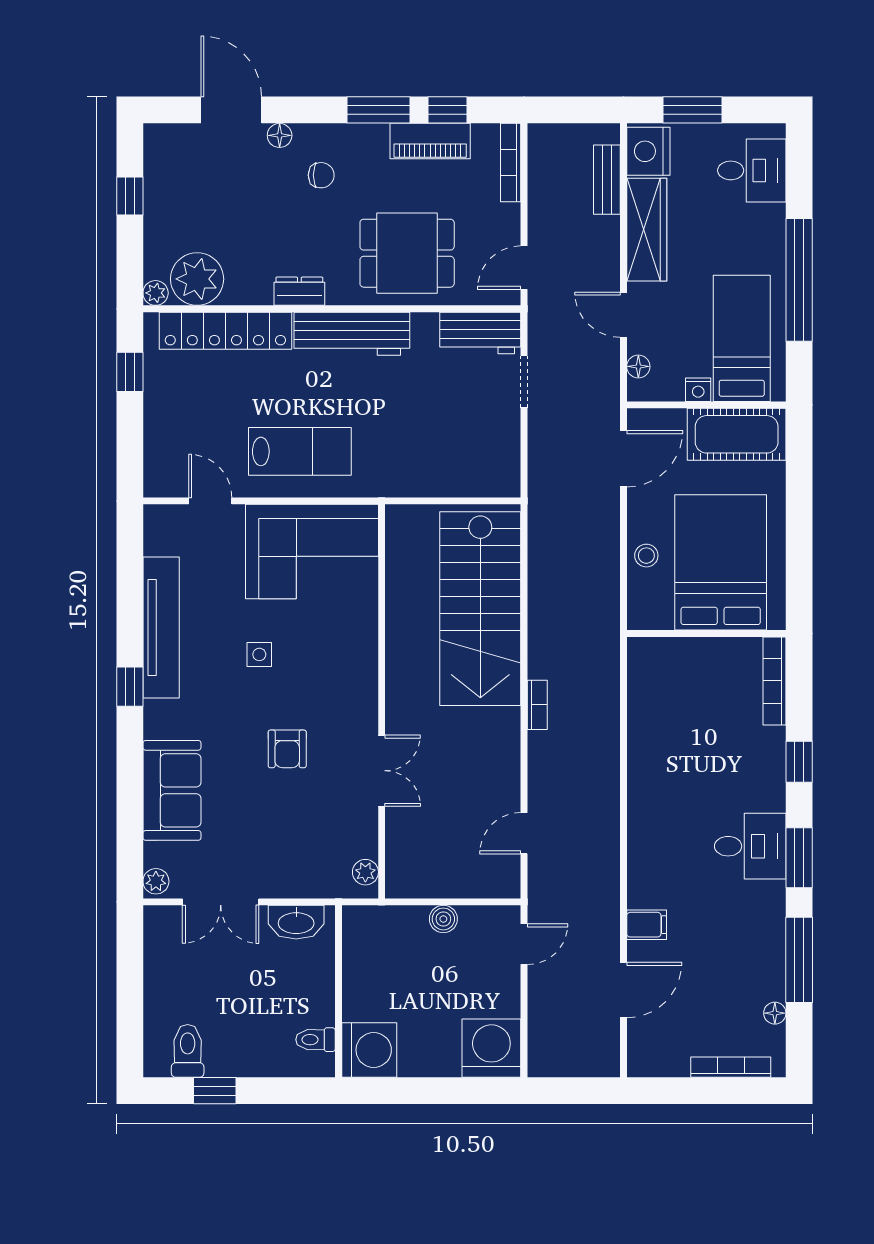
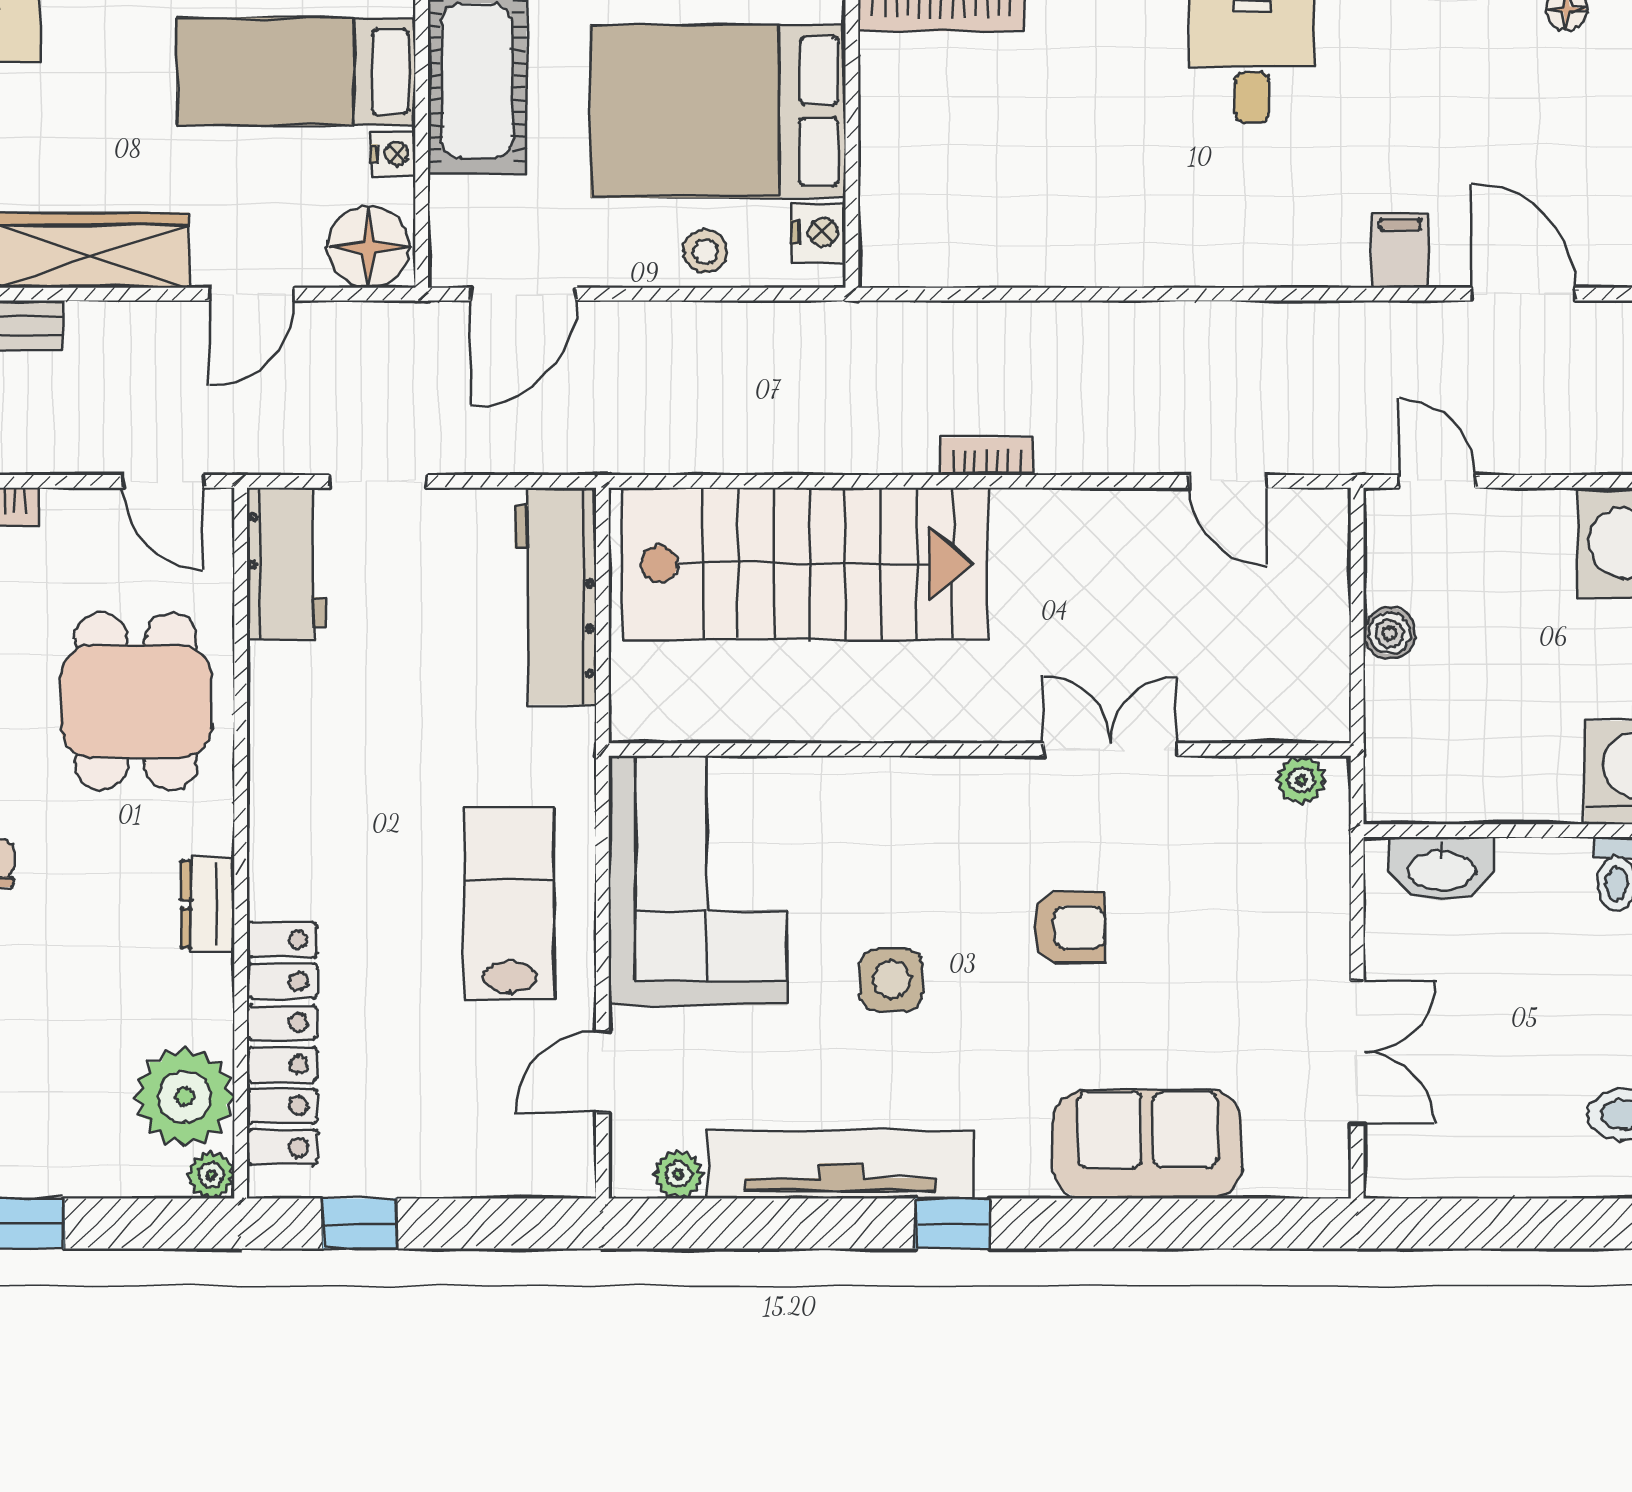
workbench: (352, 334) -> (555, 596), moved, turned 180
floor lamp: (638, 366) -> (369, 247), width x1.89, depth x1.89
door: (623, 459) -> (523, 294), swing flipped
nightstand: (656, 616) -> (818, 232), added
side table: (259, 654) -> (891, 980), width x1.37, depth x1.37
plant: (156, 881) -> (678, 1174), moved
washbasin: (296, 922) -> (1441, 869), moved, turned 90

